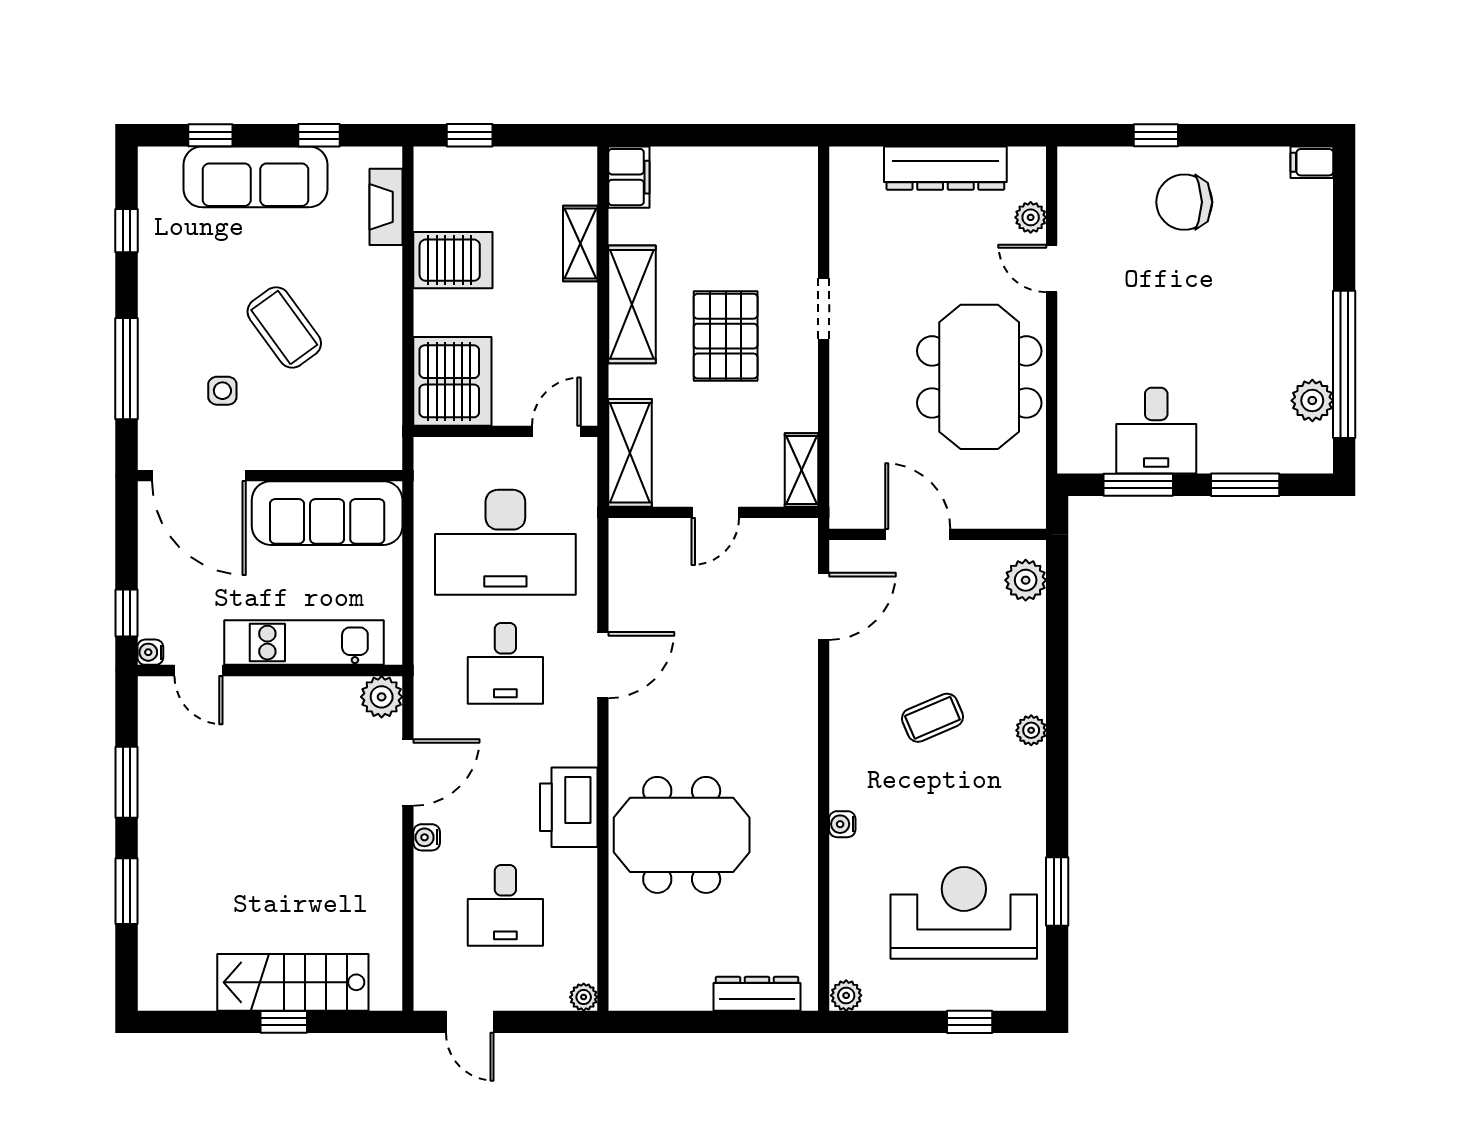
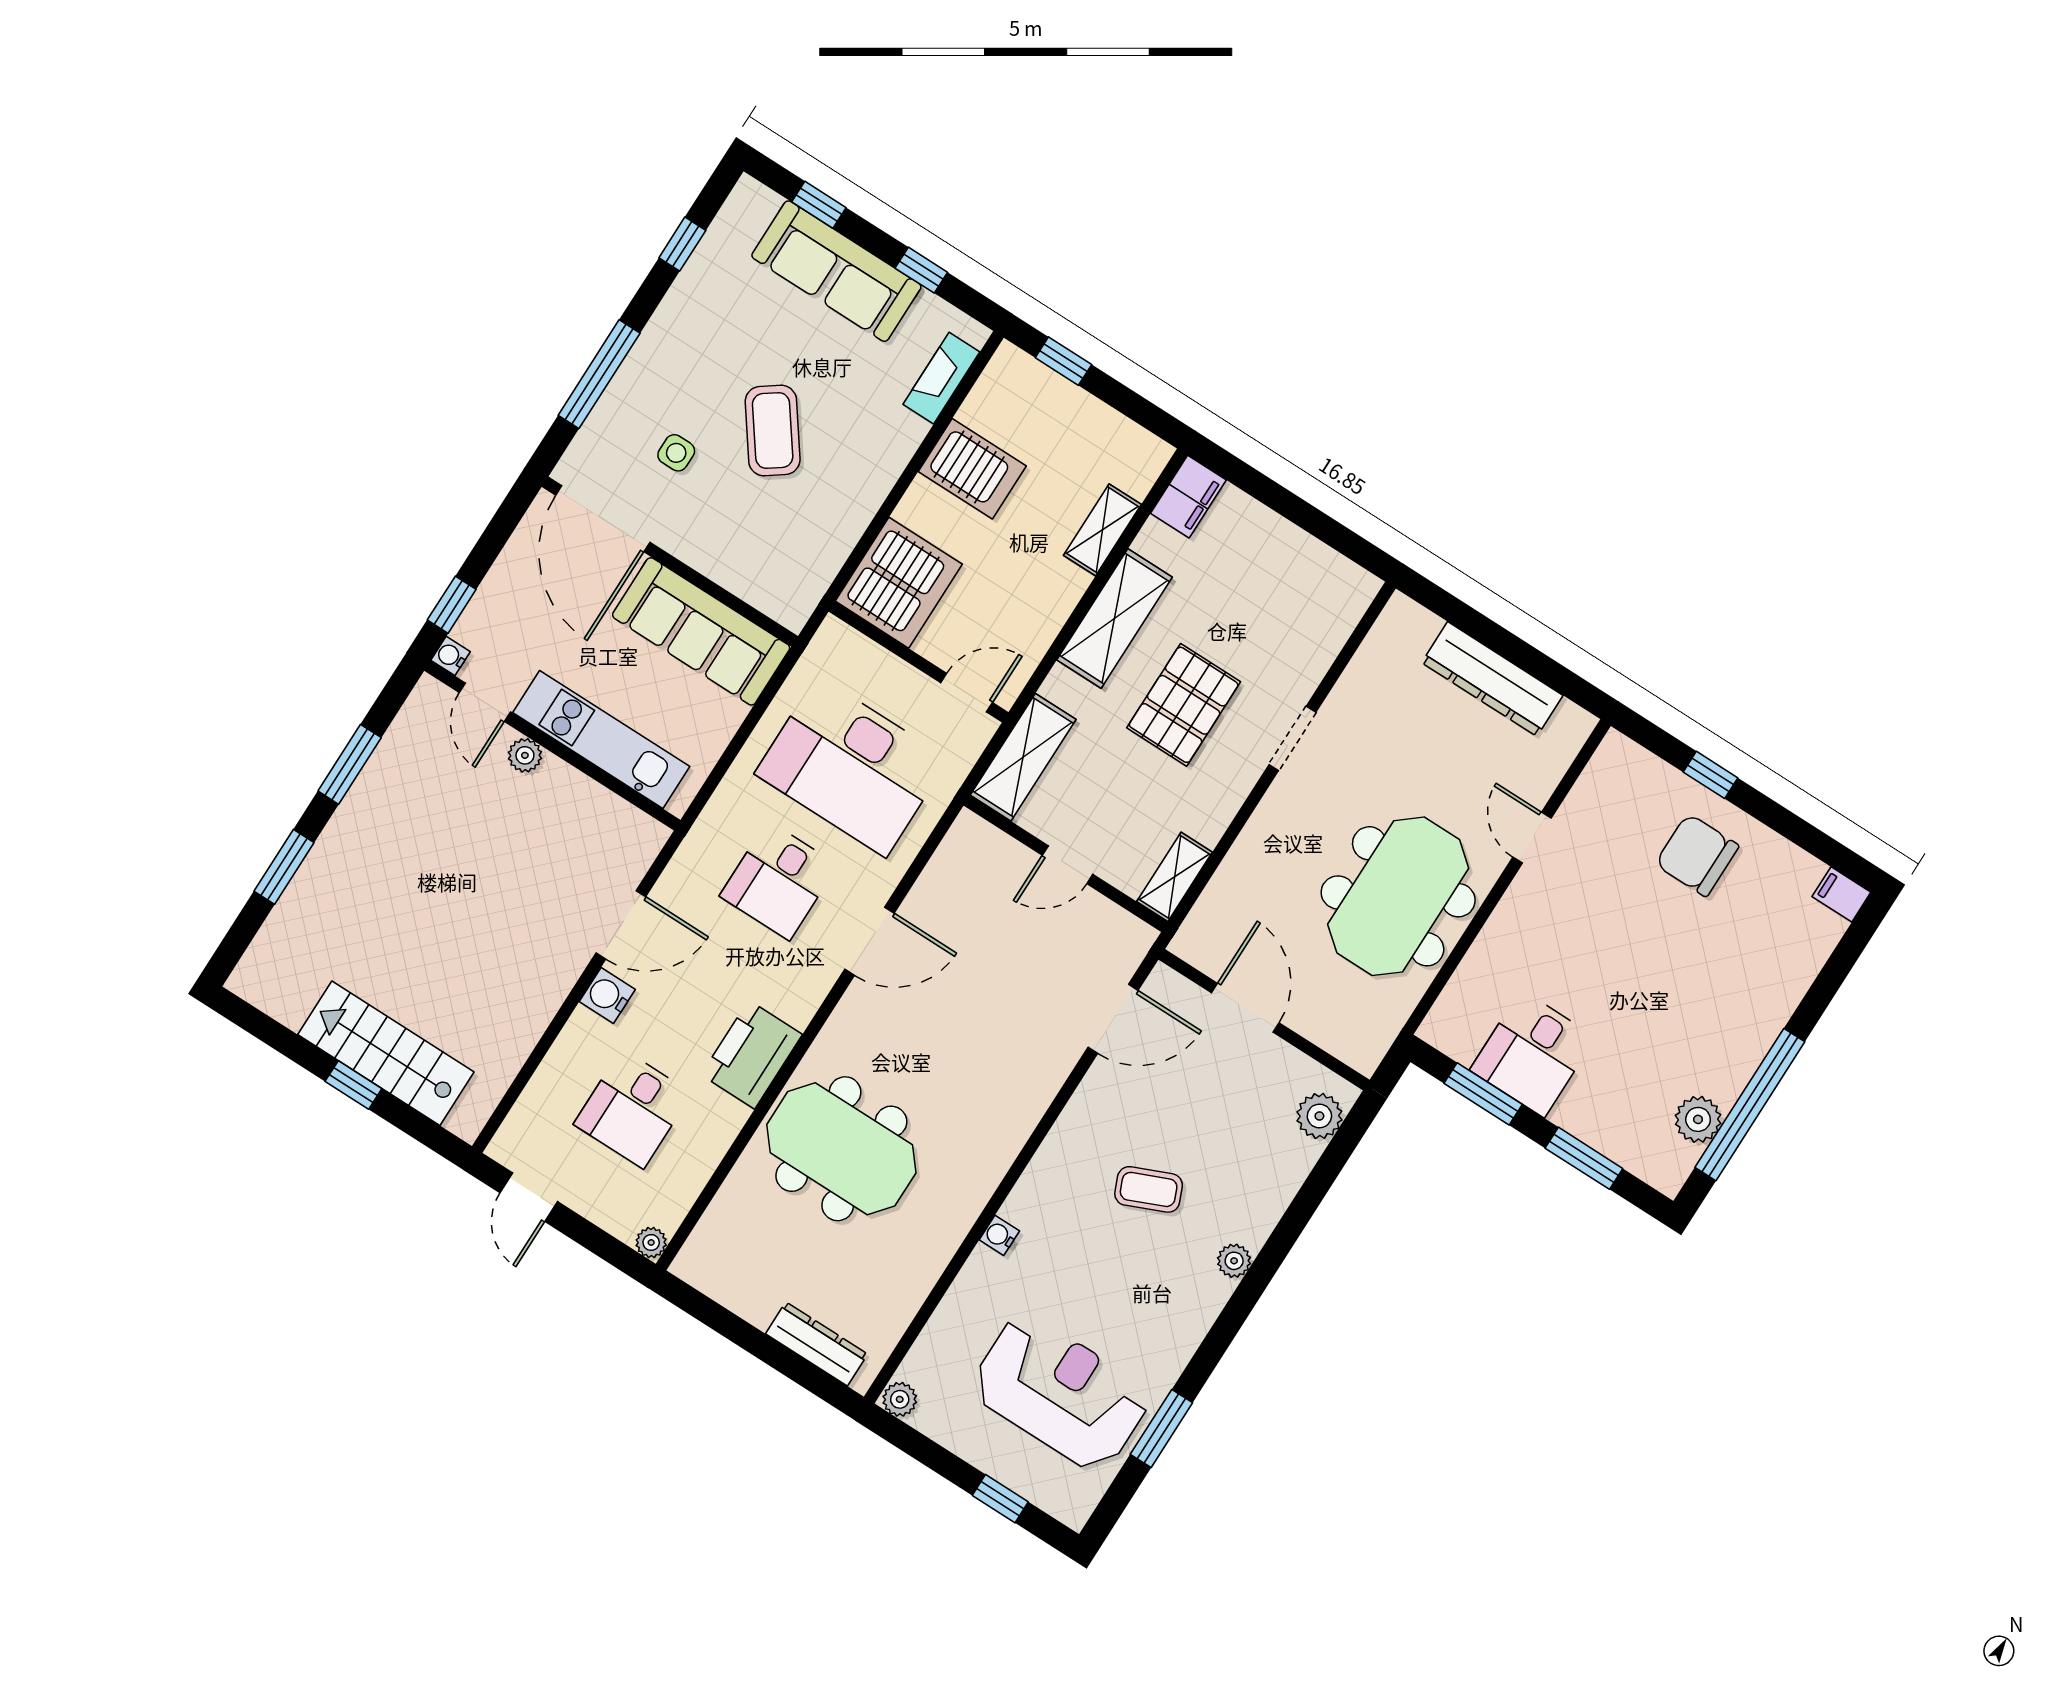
plant: (1031, 217) -> (1543, 777), removed
plant: (382, 697) -> (525, 755), moved, width x0.73, depth x0.73
water cooler: (427, 837) -> (607, 996), width x1.38, depth x1.38

